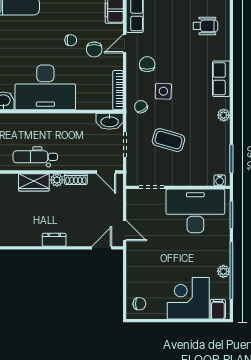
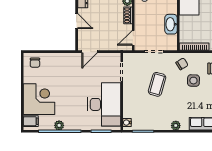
washbasin: (110, 121) -> (171, 24), moved
door: (102, 248) -> (77, 21), moved

